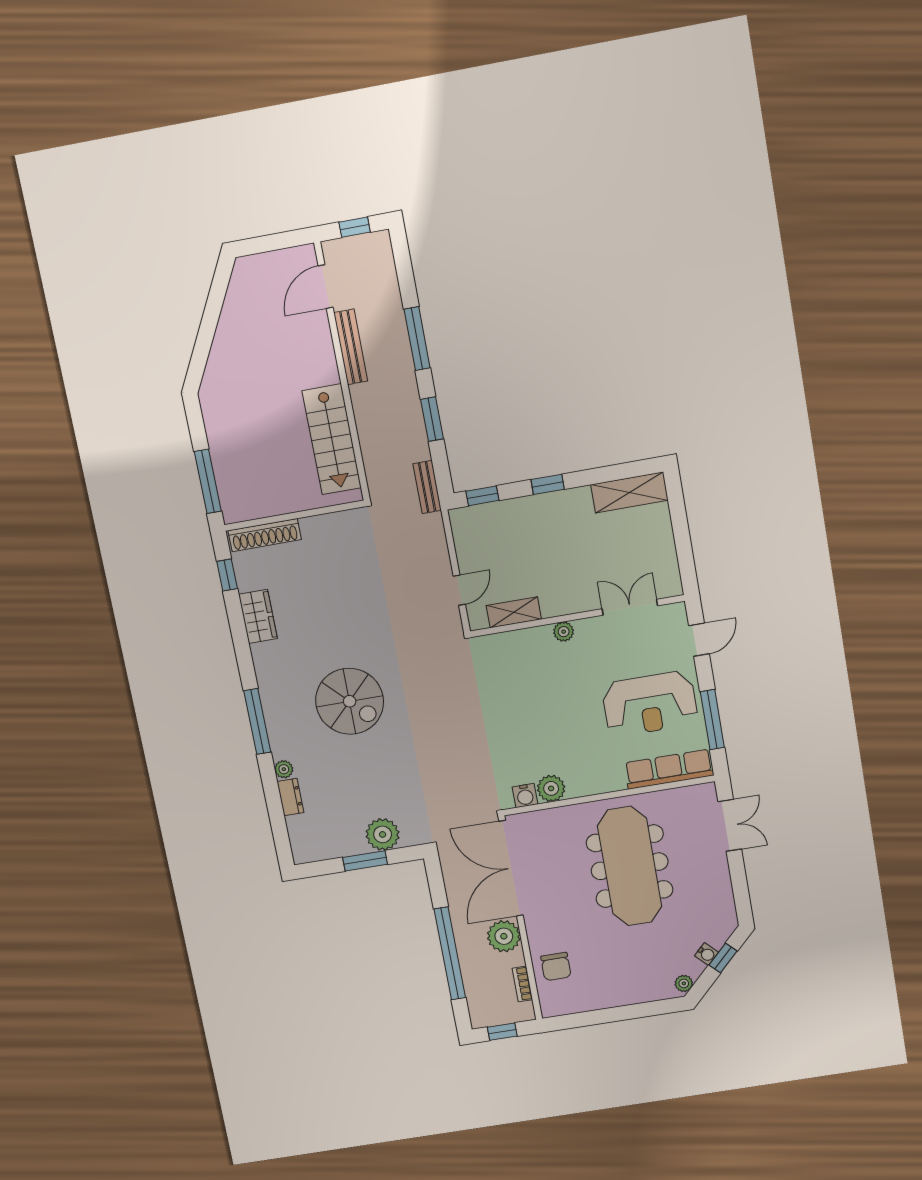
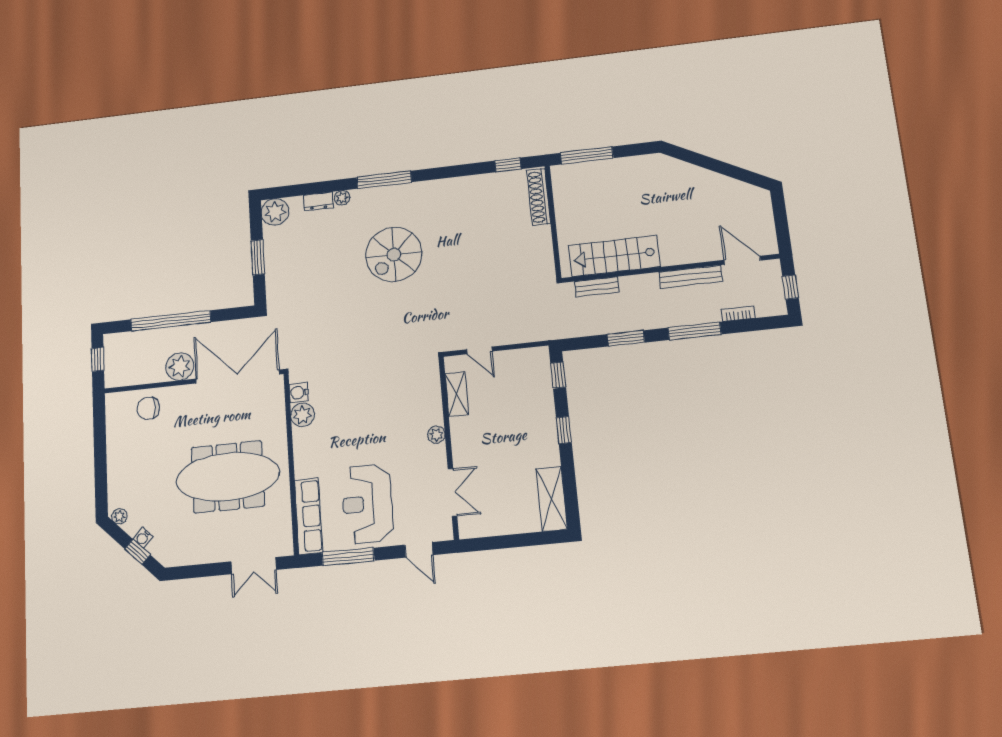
bench: (427, 487) -> (597, 287), moved
wardrobe: (258, 616) -> (472, 187), removed
plant: (383, 834) -> (275, 212), moved
bookcase: (522, 984) -> (738, 314), moved

